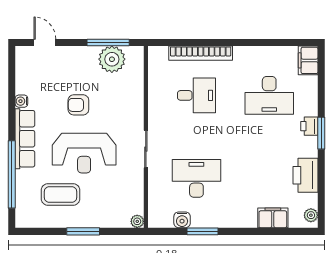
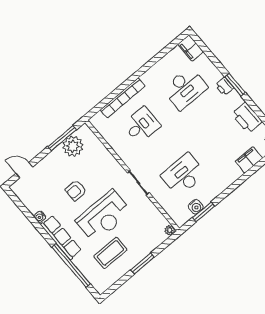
window: (202, 231) -> (204, 212), moved

